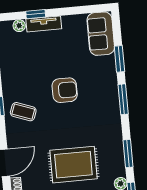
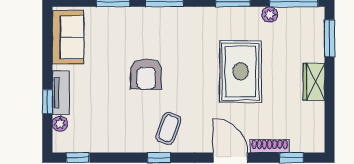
sofa: (101, 34) -> (68, 37), moved, turned -90
armchair: (65, 90) -> (146, 74), turned 180

